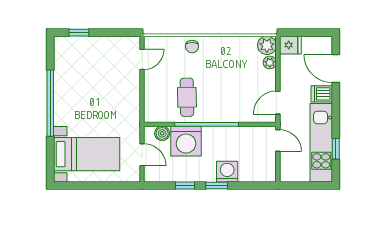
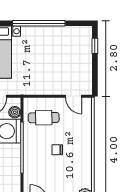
chair: (192, 47) -> (57, 150), moved
cafe table: (187, 97) -> (44, 118), moved

